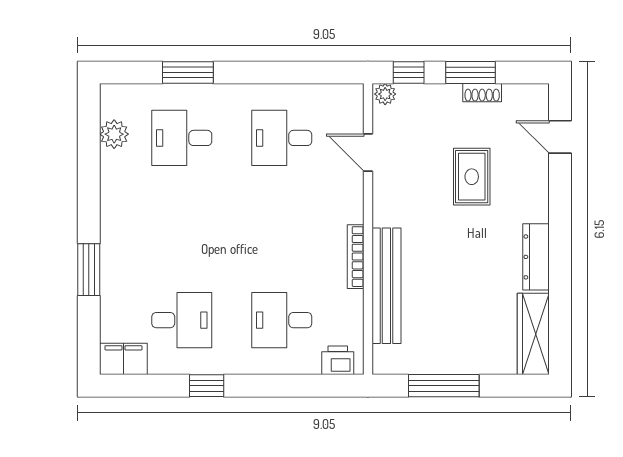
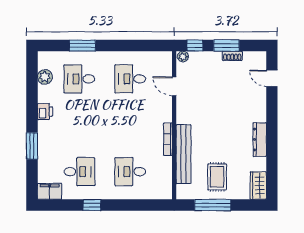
rug: (472, 177) -> (217, 177), moved
wardrobe: (533, 334) -> (258, 186), width x0.67
printer: (338, 360) -> (45, 112), moved, turned 90

